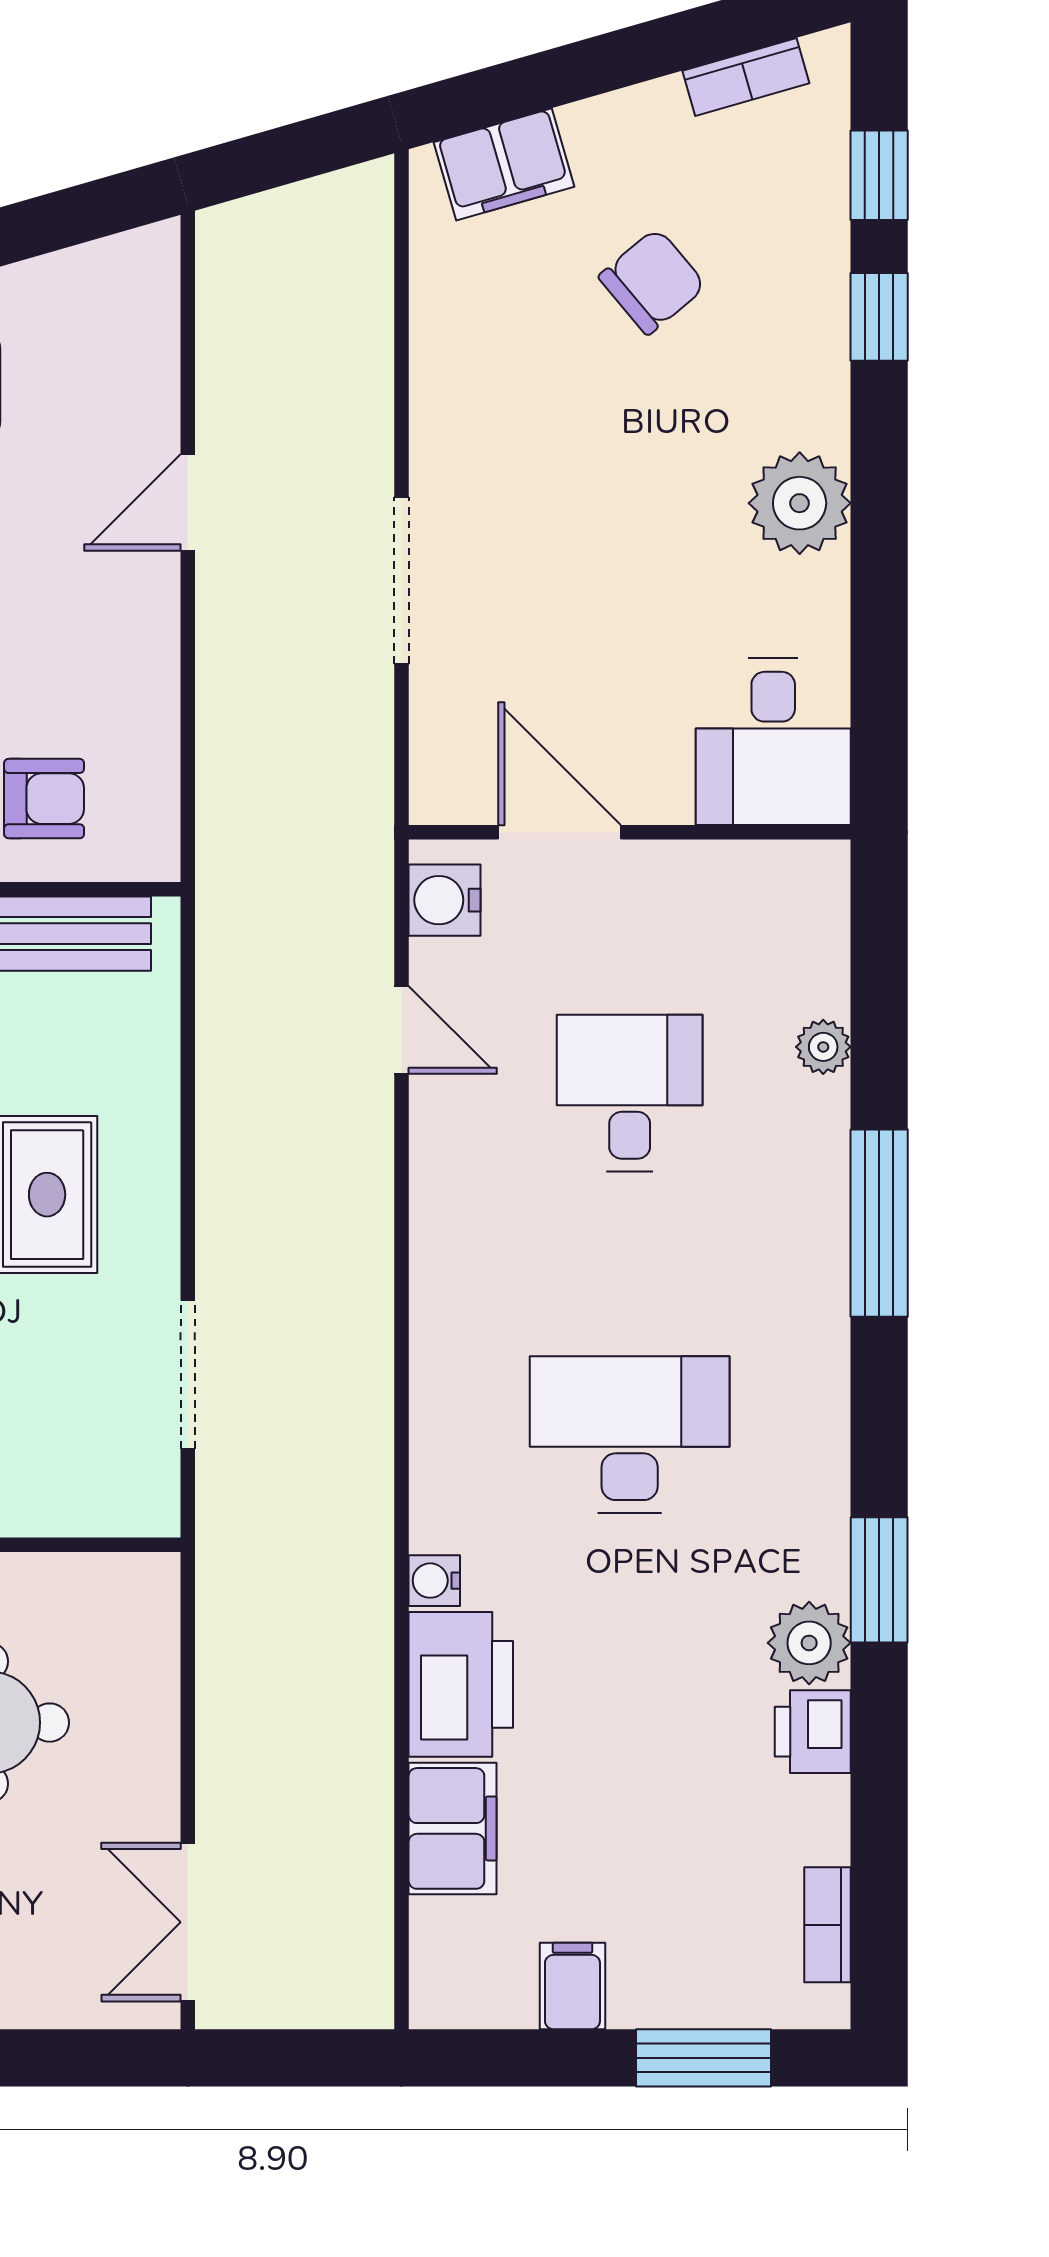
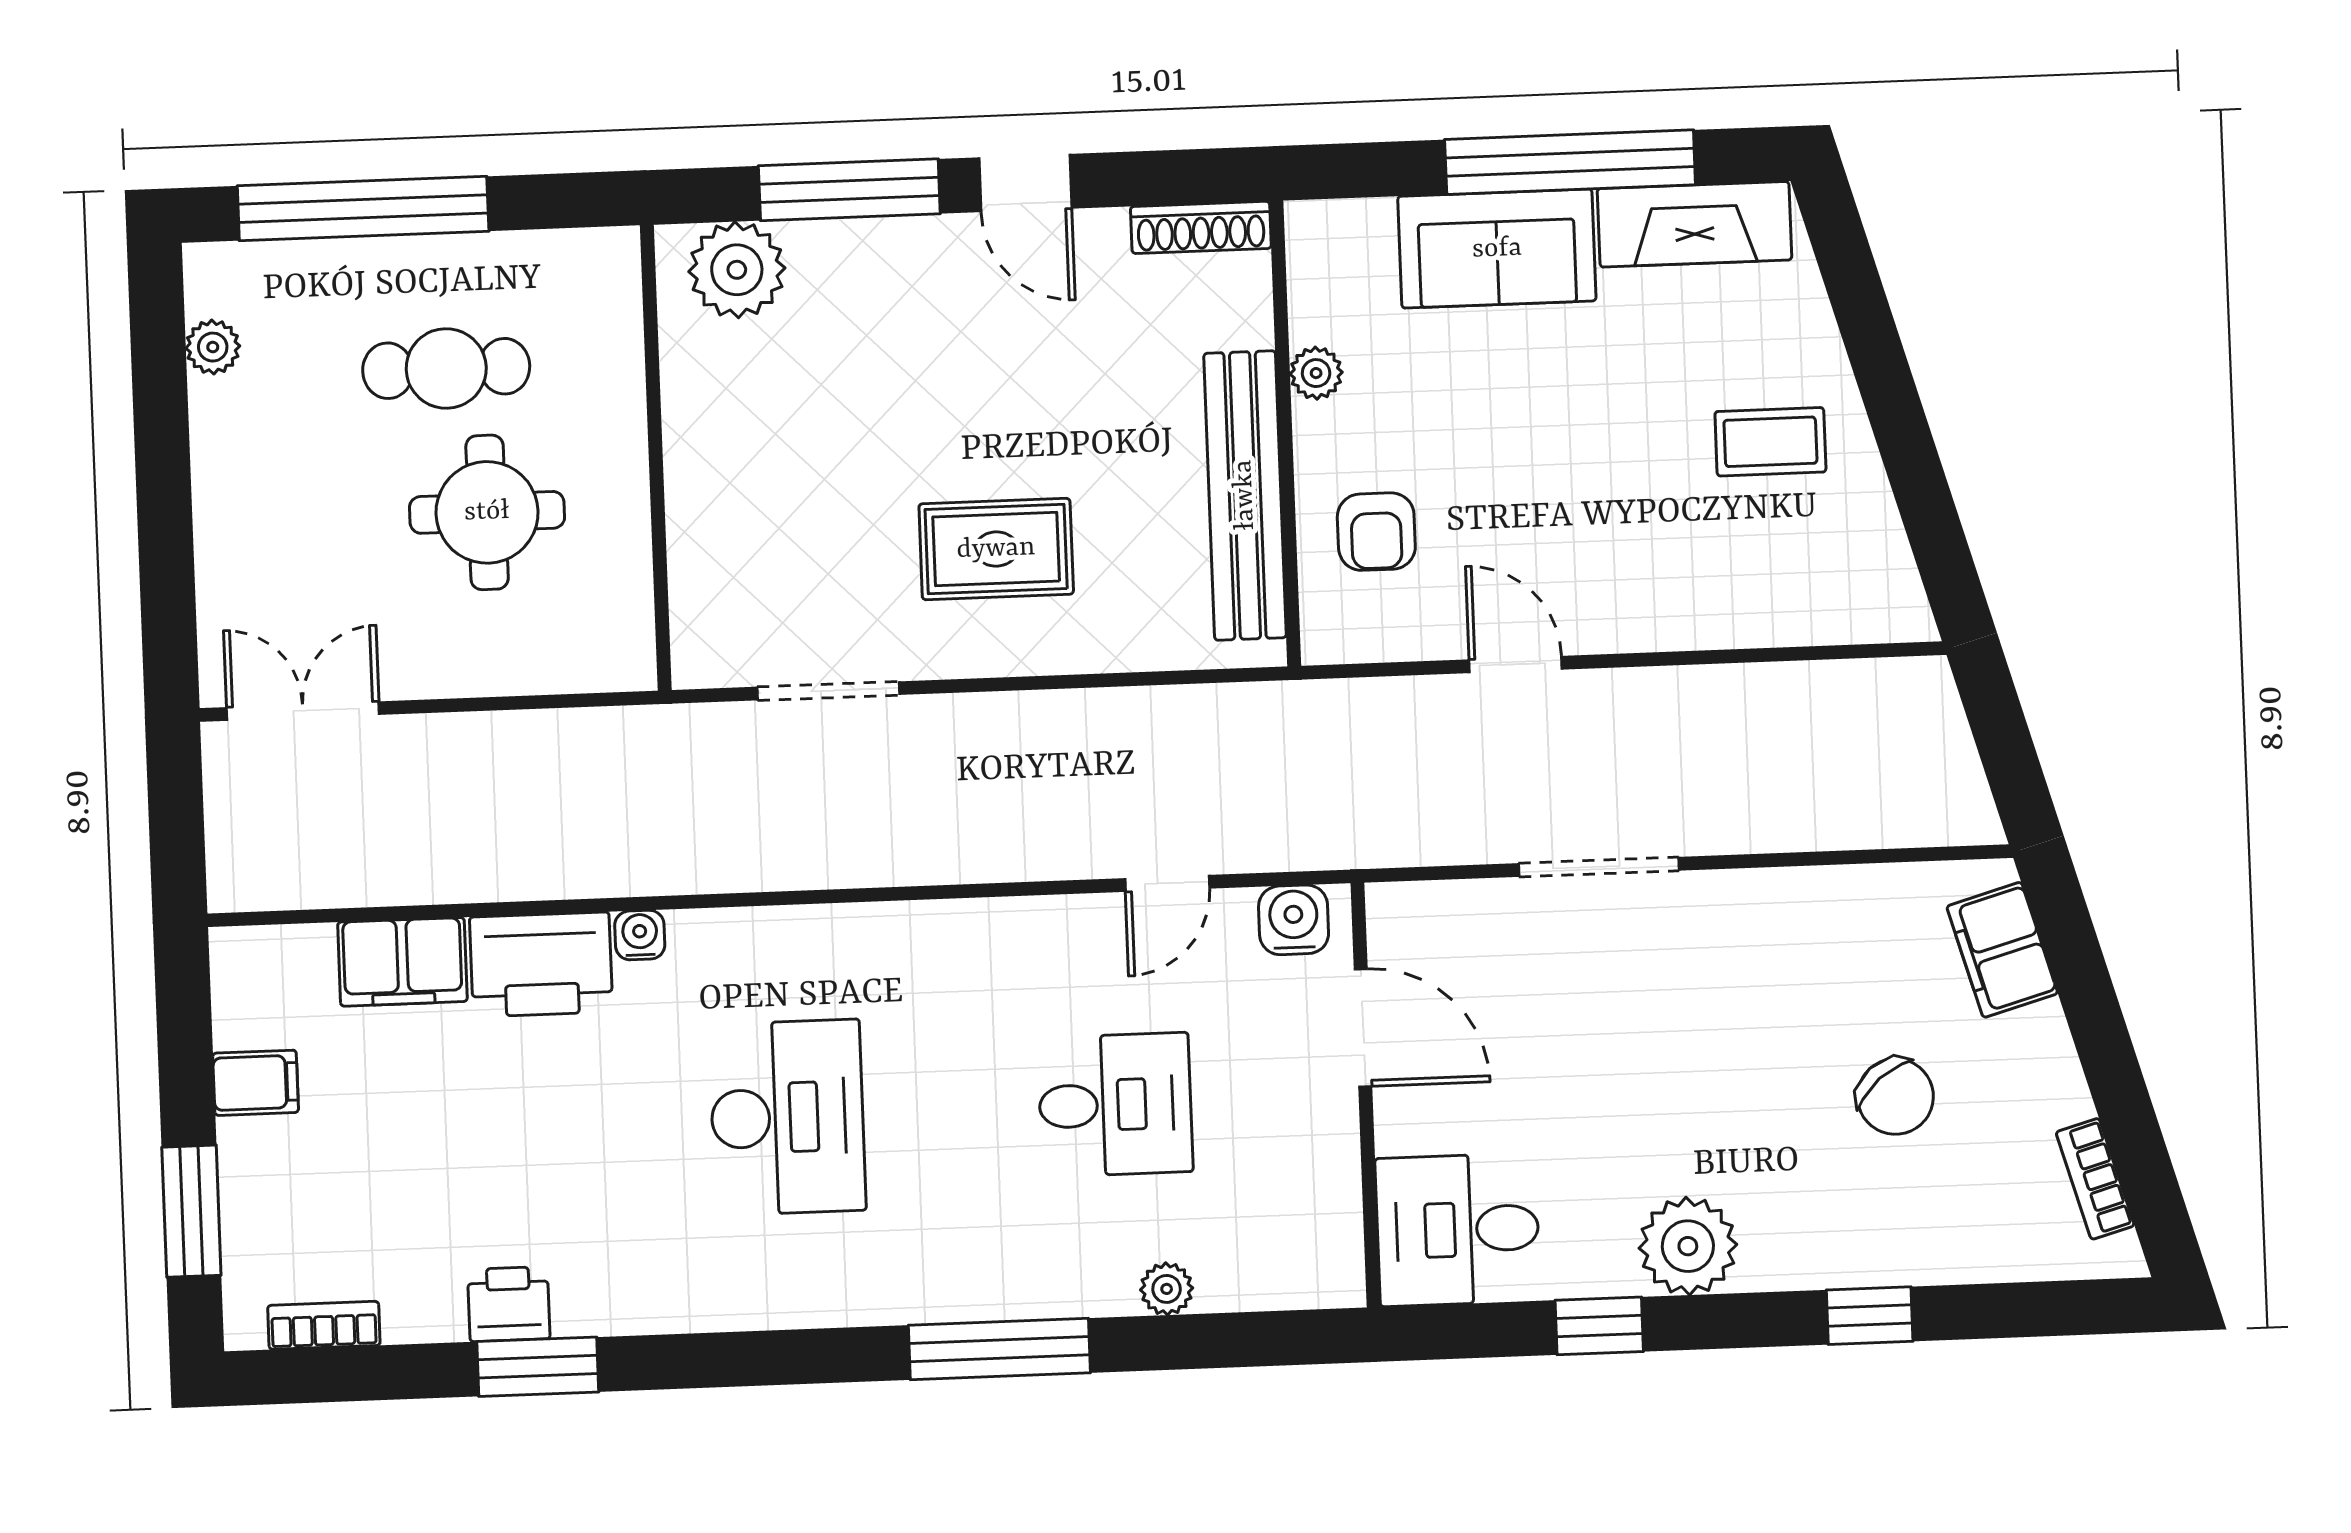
window: (879, 175) -> (1599, 1326), moved
door: (188, 502) -> (1515, 664), moved
door: (559, 832) -> (1363, 1028), hinge flipped
window: (879, 1580) -> (538, 1367), moved
plant: (809, 1643) -> (594, 1297), removed

